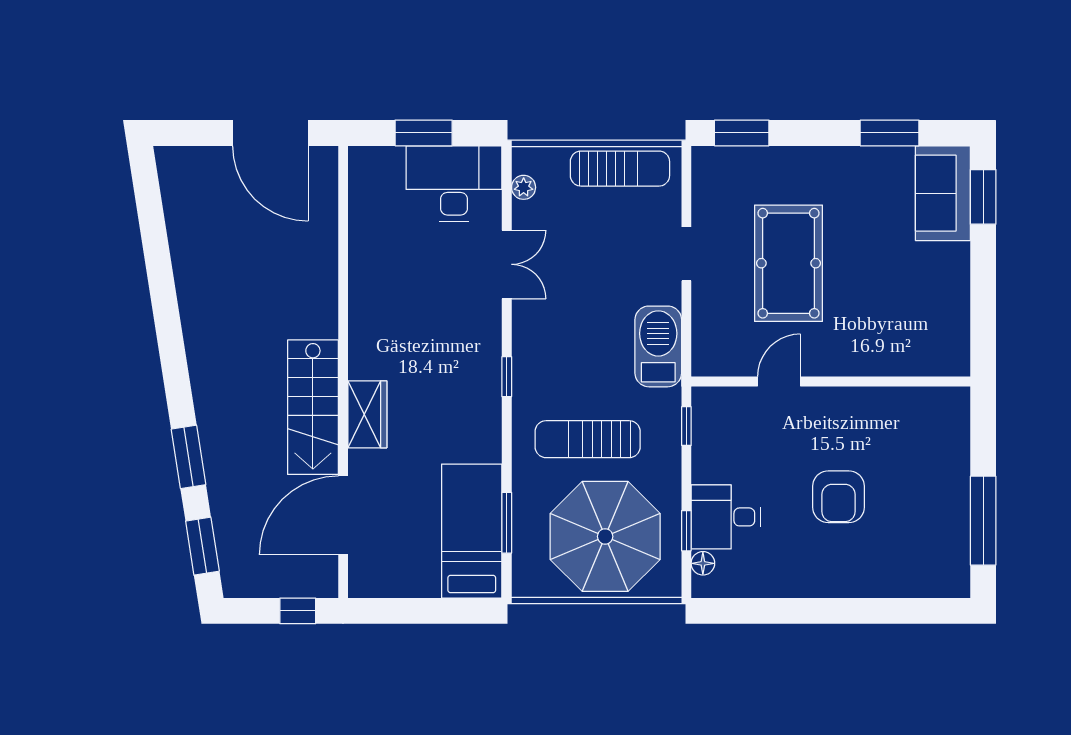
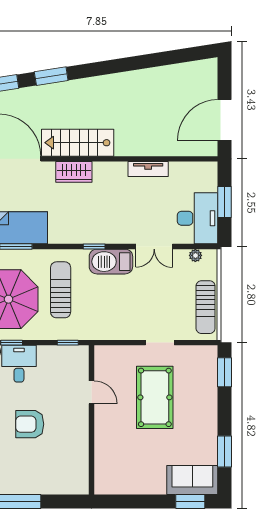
pool table: (788, 263) -> (155, 397), turned 90
tv unit: (362, 276) -> (148, 169), added
barbecue: (658, 346) -> (111, 262), moved, turned 180

